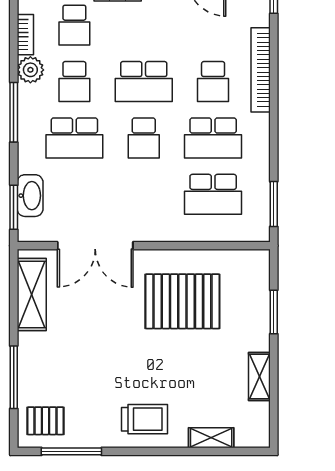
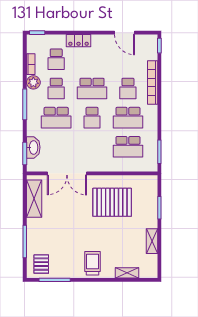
trolley: (145, 419) -> (92, 263), turned -90
pallet: (45, 421) -> (41, 264), turned 90

